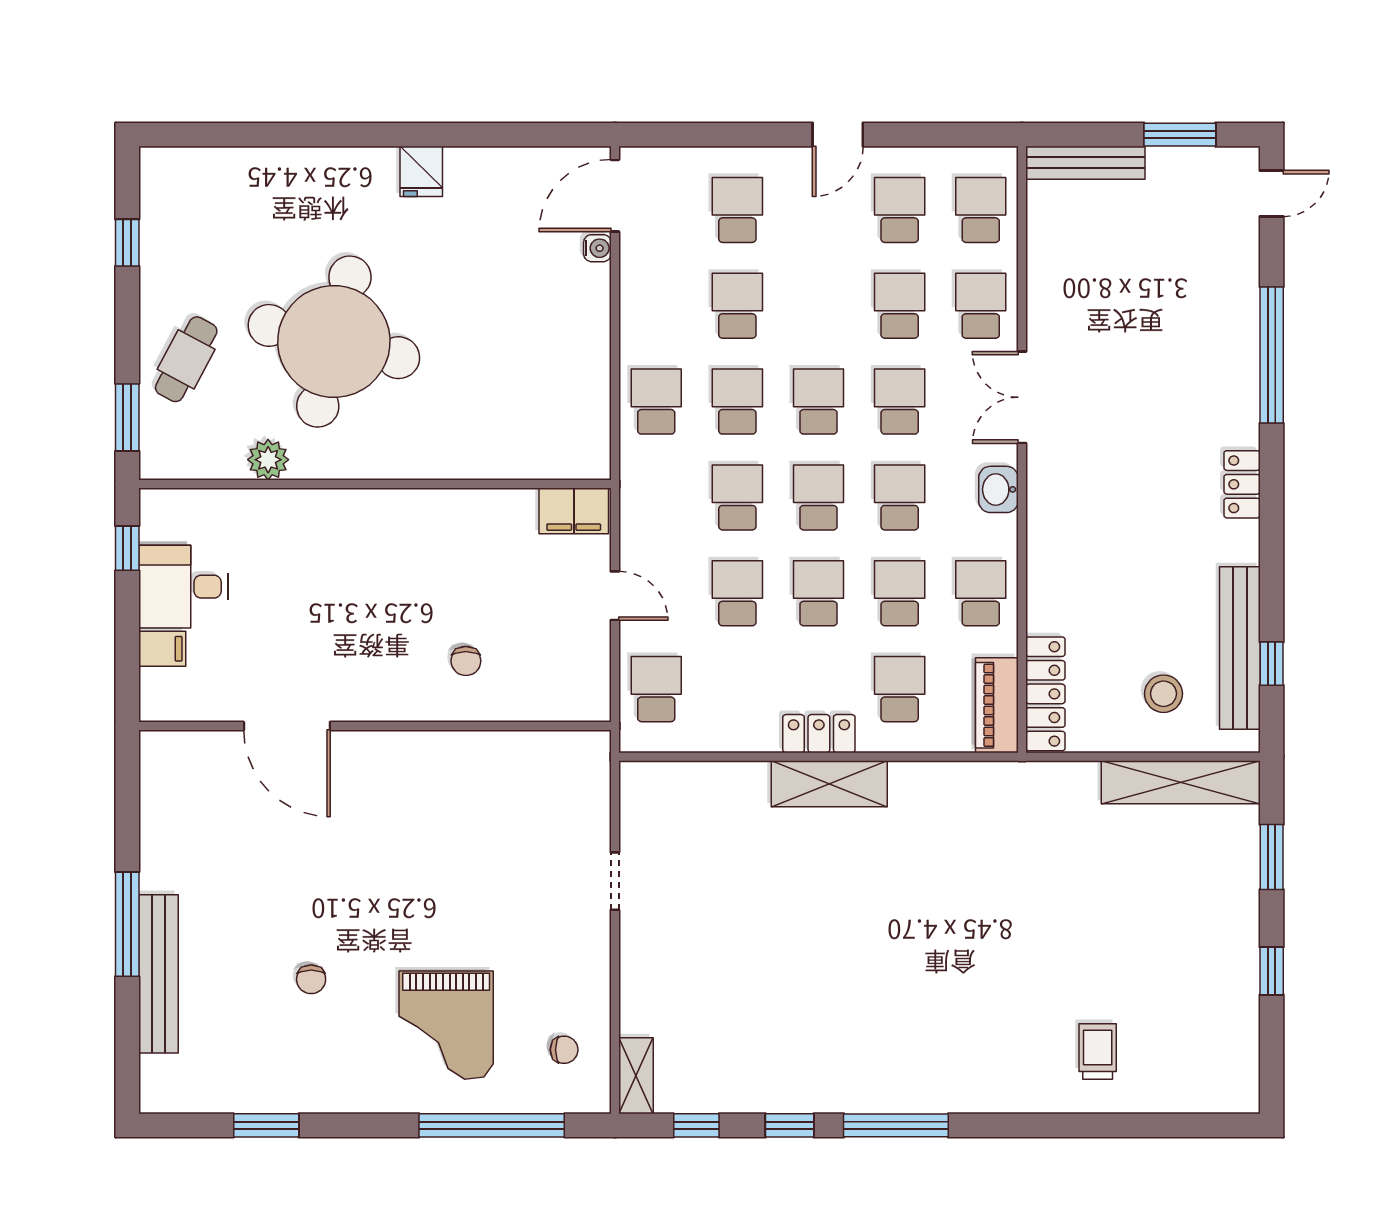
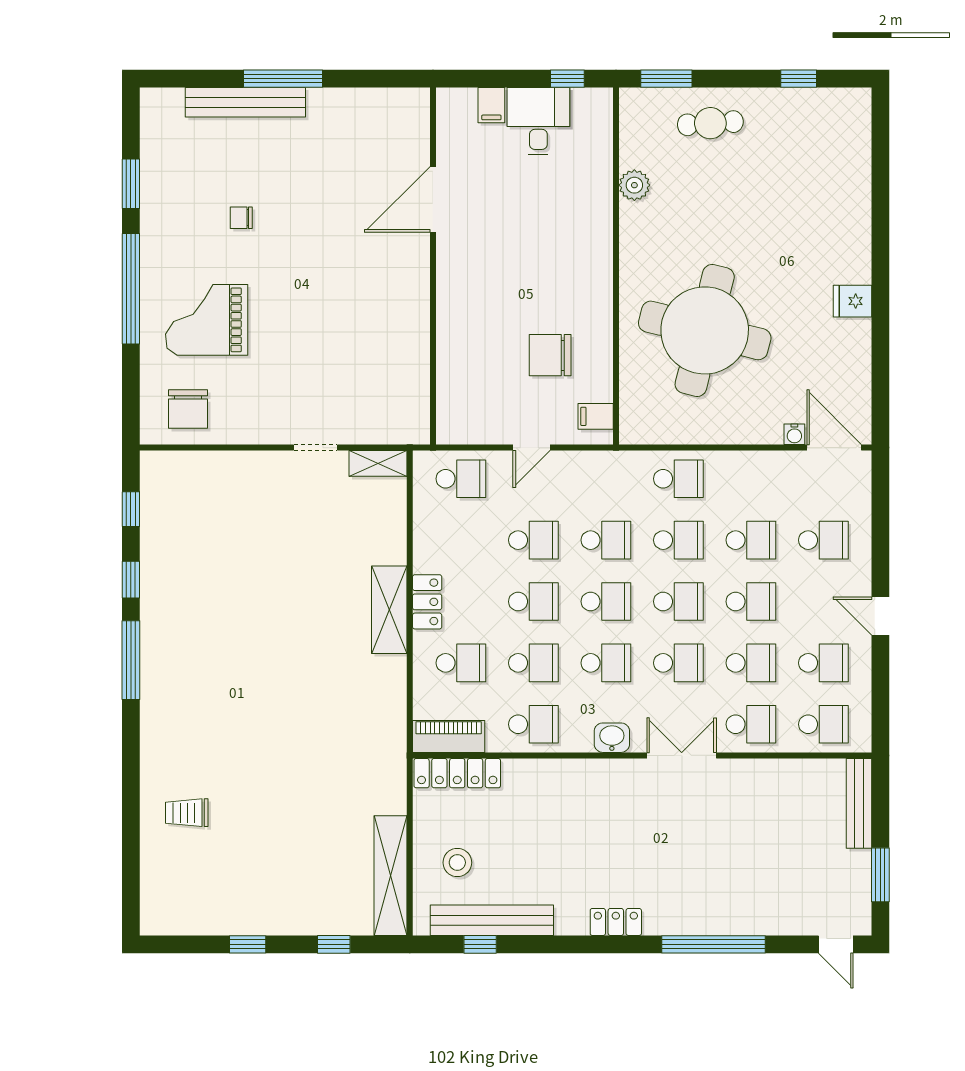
school desk: (818, 306) -> (751, 602), added
round table: (334, 342) -> (705, 330), moved
cafe table: (186, 359) -> (710, 123), turned -32
filing cabinet: (574, 511) -> (596, 416), width x0.50
chair: (466, 661) -> (550, 355), moved, width x1.87, depth x1.87
window: (1272, 857) -> (334, 944), width x0.67
chair: (564, 1050) -> (188, 409), width x1.87, depth x1.87
trolley: (1098, 1051) -> (187, 813), turned 180
shelving: (636, 1076) -> (378, 463), moved
window: (492, 1125) -> (131, 289), moved

